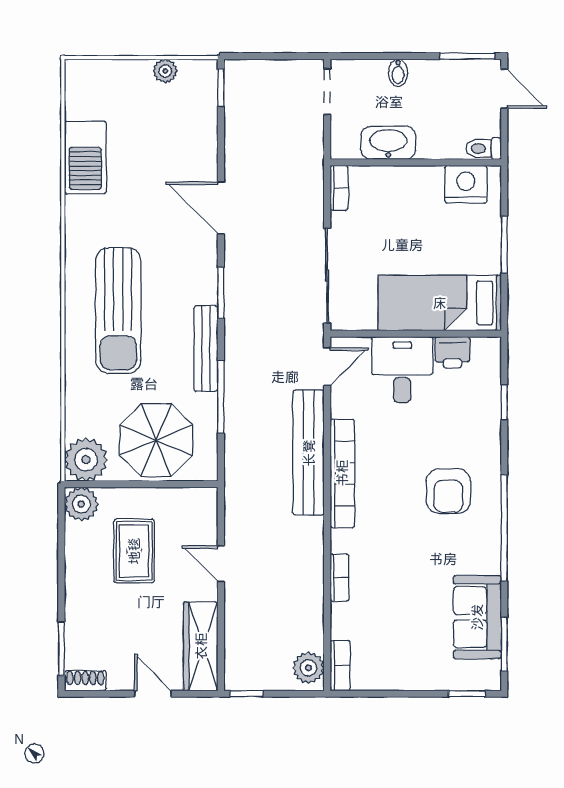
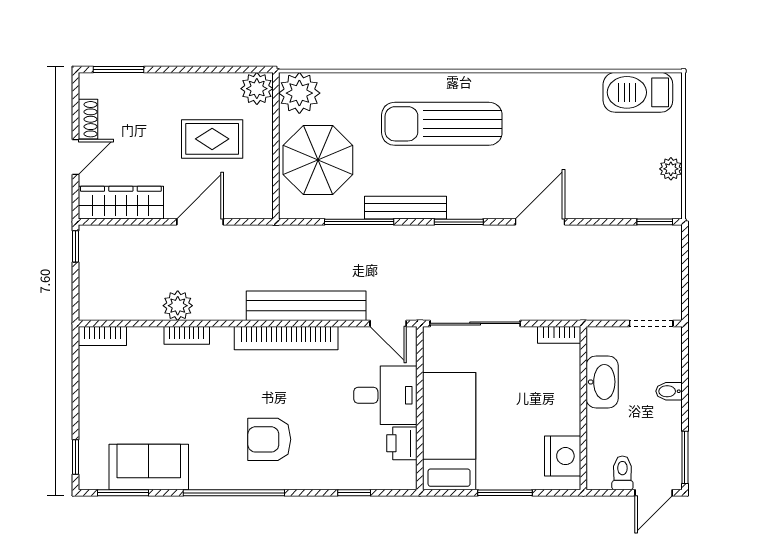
toilet: (483, 148) -> (622, 473), moved
barbecue: (85, 157) -> (638, 92), moved
door: (221, 564) -> (200, 222), width x1.38
plant: (308, 668) -> (178, 306), moved
shoe rack: (85, 681) -> (88, 119), moved

